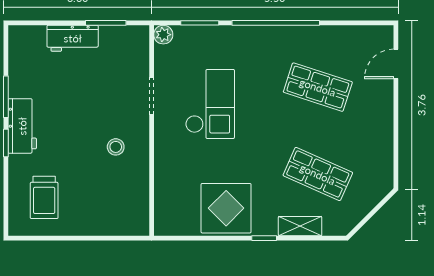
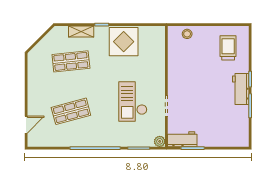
workbench: (73, 38) -> (182, 139), moved
shop shelf: (318, 87) -> (71, 111), turned -33
stool: (116, 147) -> (187, 34), moved
shop shelf: (318, 174) -> (71, 61), turned -30

